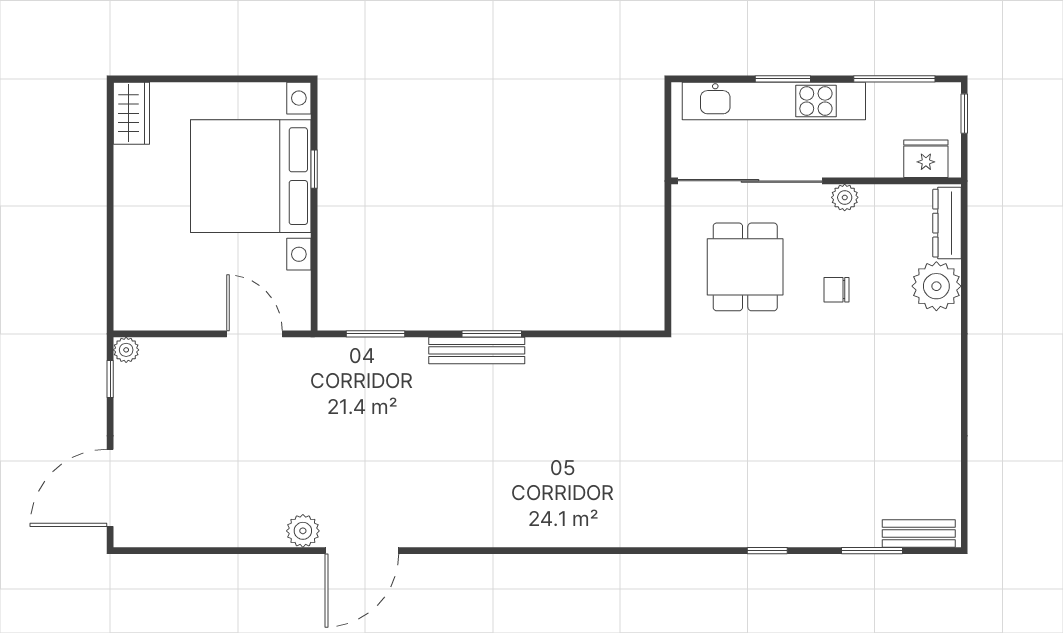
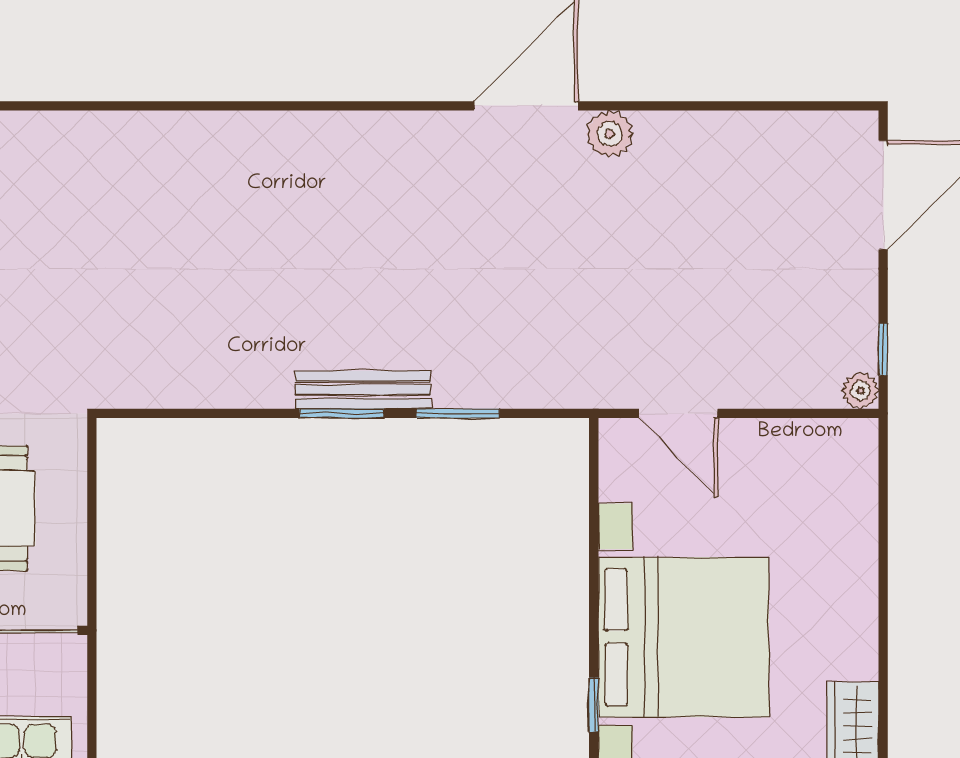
window: (314, 169) -> (594, 705), moved
window: (375, 334) -> (458, 413), moved

